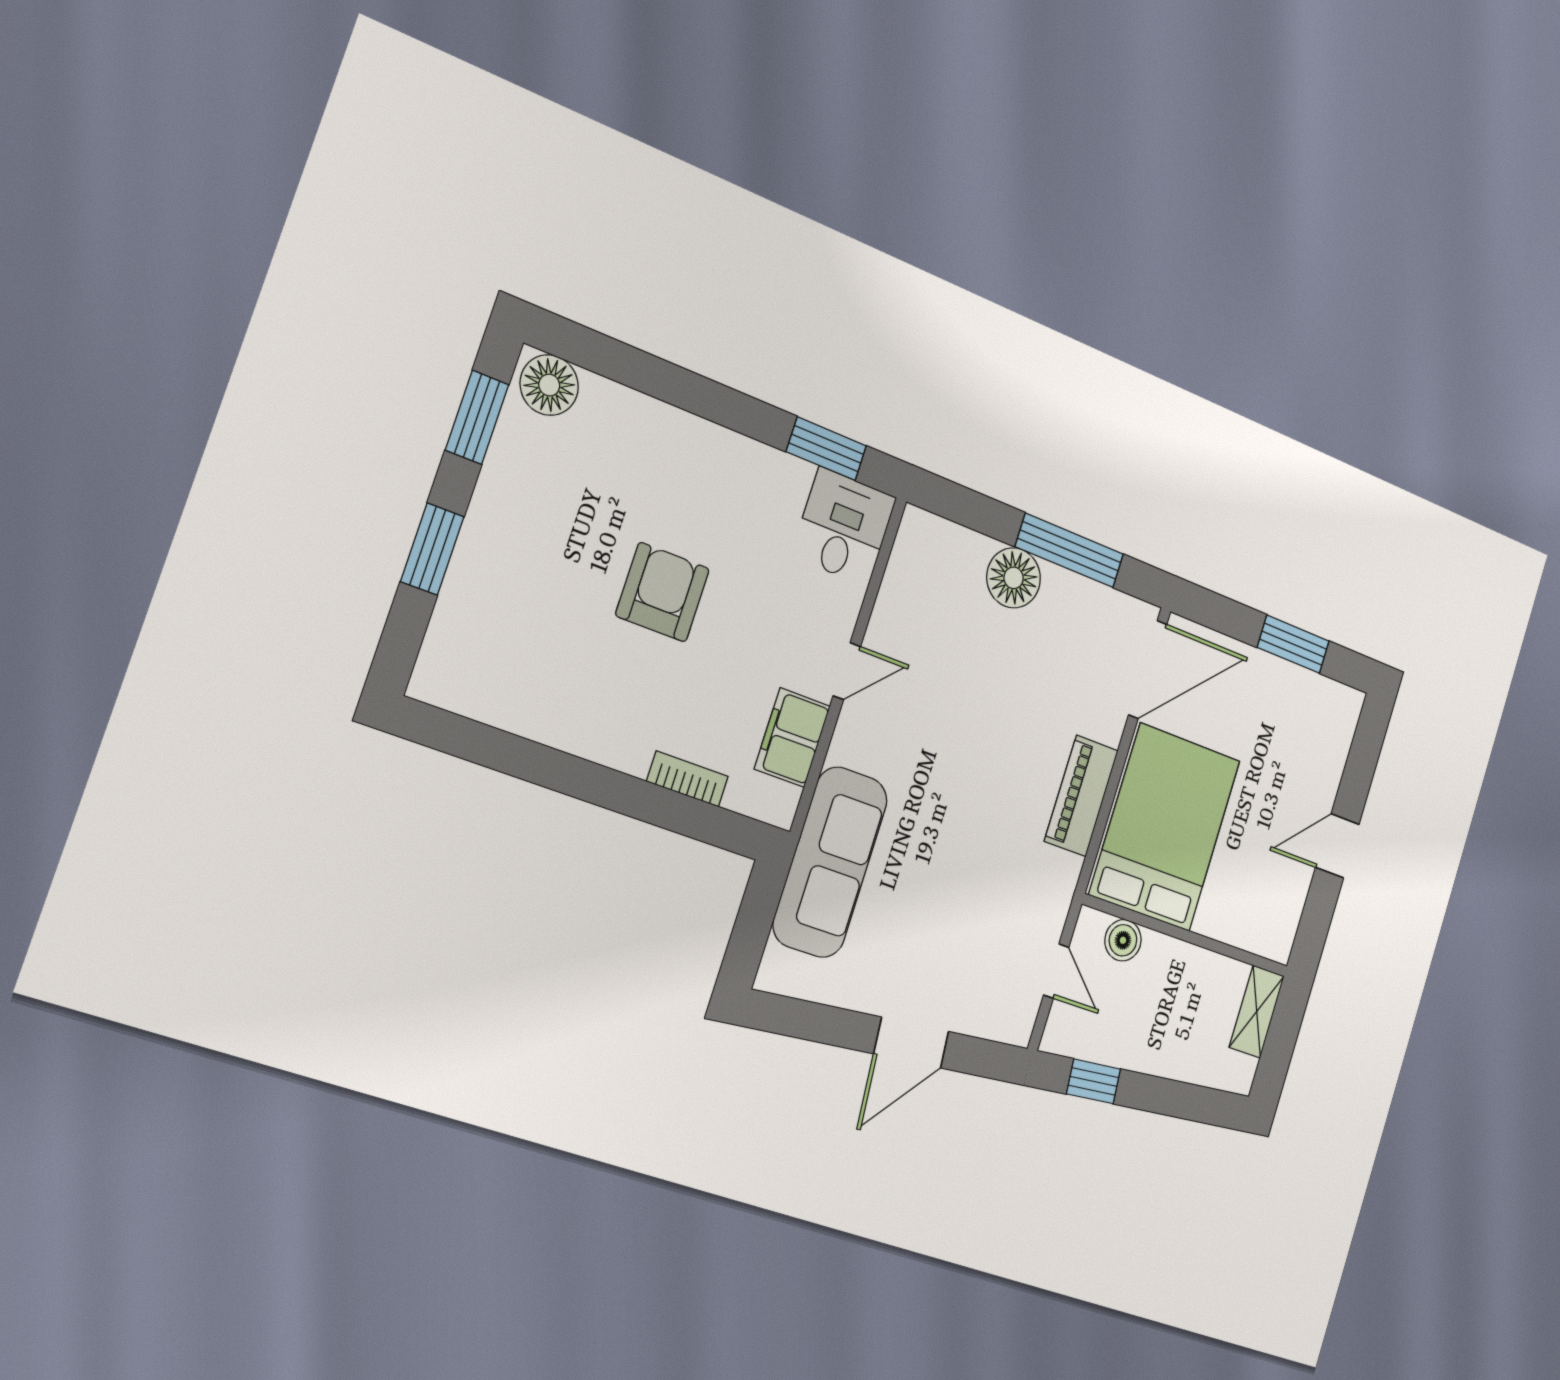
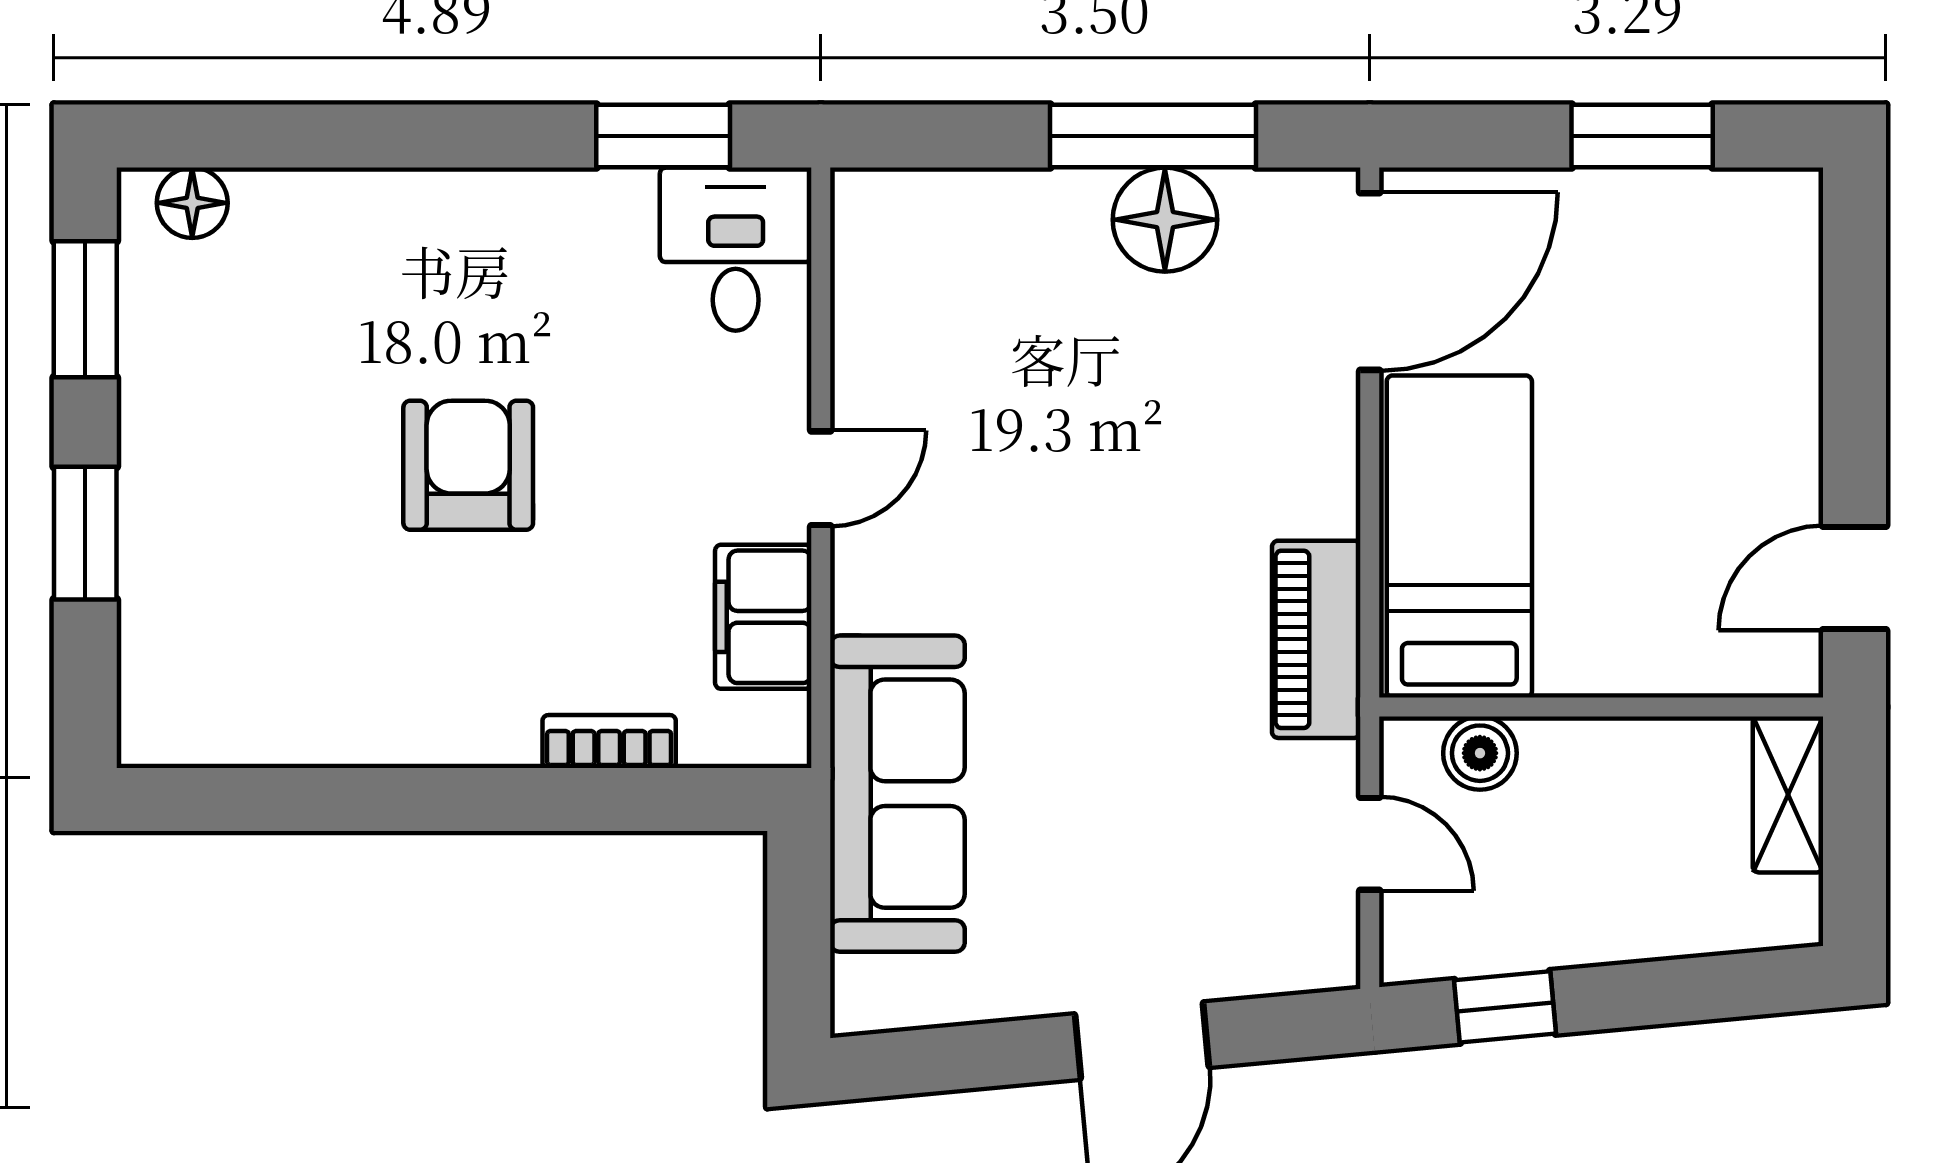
floor lamp: (549, 385) -> (192, 203), width x0.73, depth x0.73
floor lamp: (1014, 578) -> (1165, 220), moved
piano: (1081, 796) -> (1316, 639), moved
bed: (1165, 827) -> (1459, 537), width x0.67
door: (1337, 846) -> (1854, 578), moved

